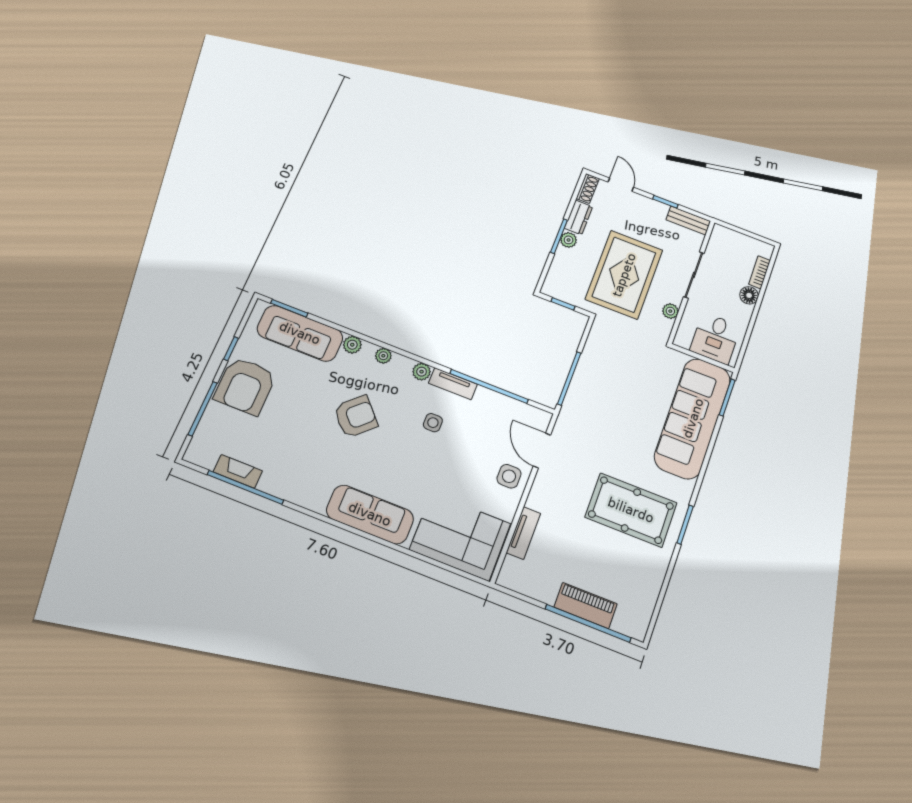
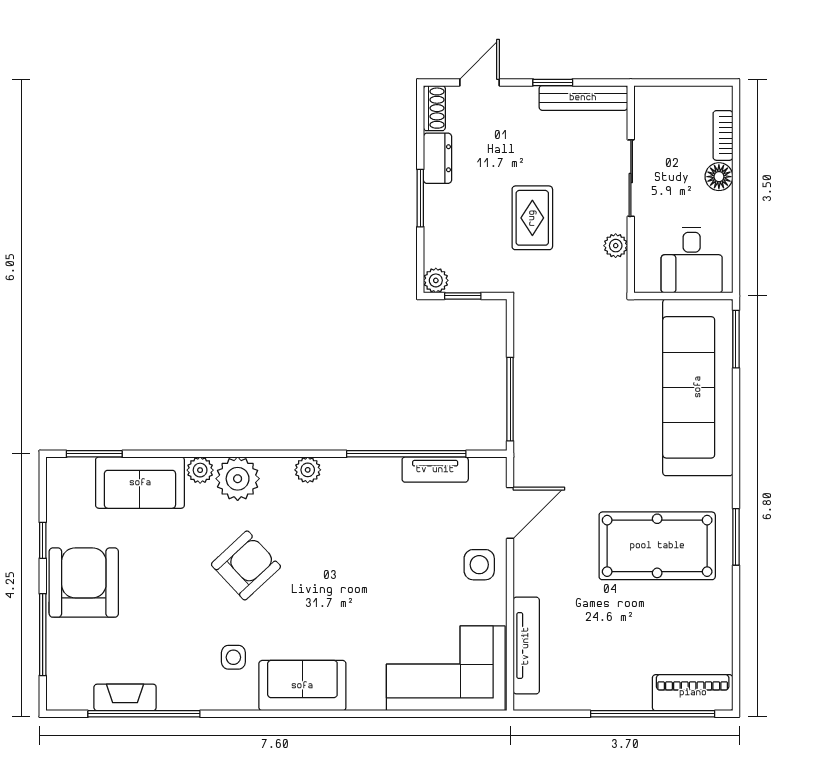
door: (621, 185) -> (480, 82), hinge flipped
bench: (688, 220) -> (583, 98), width x1.36
plant: (569, 240) -> (436, 280), moved
rug: (624, 275) -> (532, 218), width x0.54, depth x0.49
sofa: (300, 333) -> (140, 483), width x0.73
plant: (383, 356) -> (238, 479), width x1.88, depth x1.88
tv unit: (453, 384) -> (435, 470), moved
armchair: (245, 386) -> (84, 583), turned 180
side table: (433, 423) -> (233, 657), moved
door: (542, 451) -> (510, 513), swing flipped
sofa: (370, 514) -> (302, 686), width x0.73
tv unit: (523, 533) -> (526, 646), width x1.41
piano: (586, 606) -> (693, 693), moved

